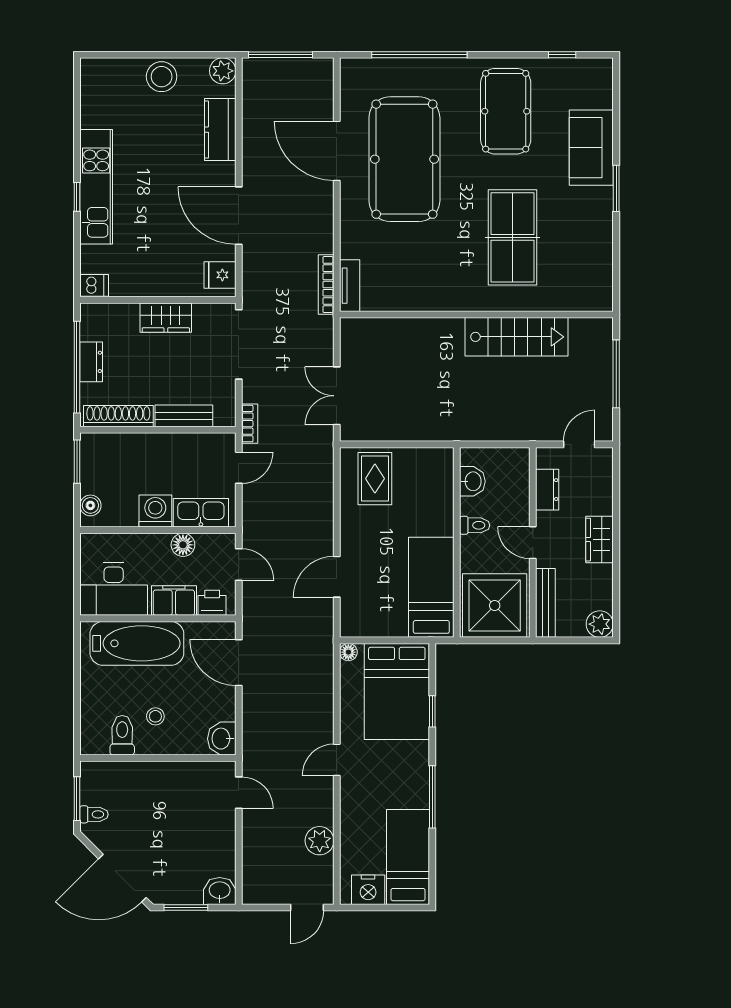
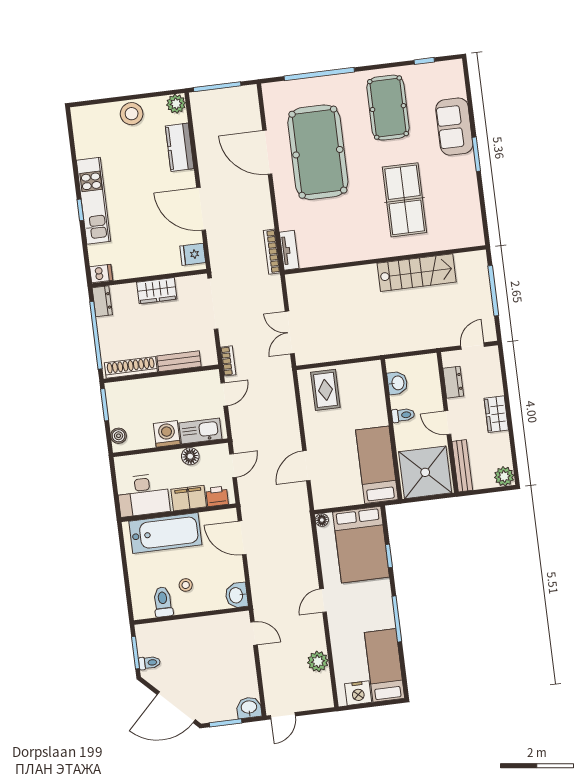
dresser: (91, 362) -> (102, 301), moved
door: (239, 564) -> (233, 466), hinge flipped
door: (307, 908) -> (283, 716), moved

